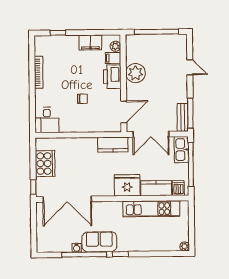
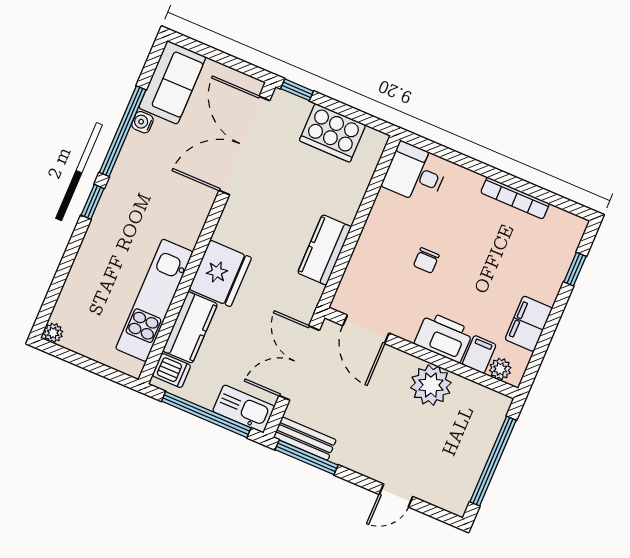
kitchen counter: (113, 145) -> (324, 250), moved
sofa: (99, 242) -> (172, 82), moved

